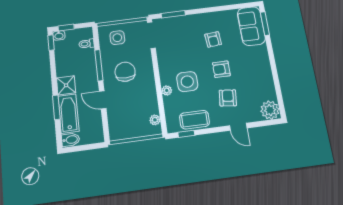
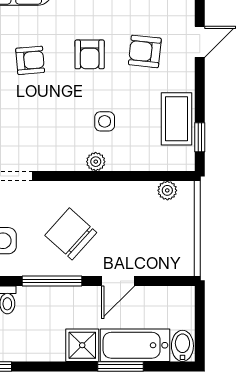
chair: (125, 72) -> (71, 234), turned 42
side table: (187, 82) -> (105, 121), width x0.54, depth x0.54
plant: (167, 91) -> (96, 162), moved

